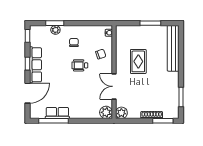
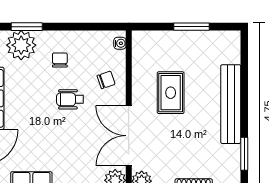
plant: (55, 30) -> (21, 45), width x1.88, depth x1.88
bench: (173, 48) -> (231, 104), moved
double door: (114, 86) -> (129, 136), width x1.37

